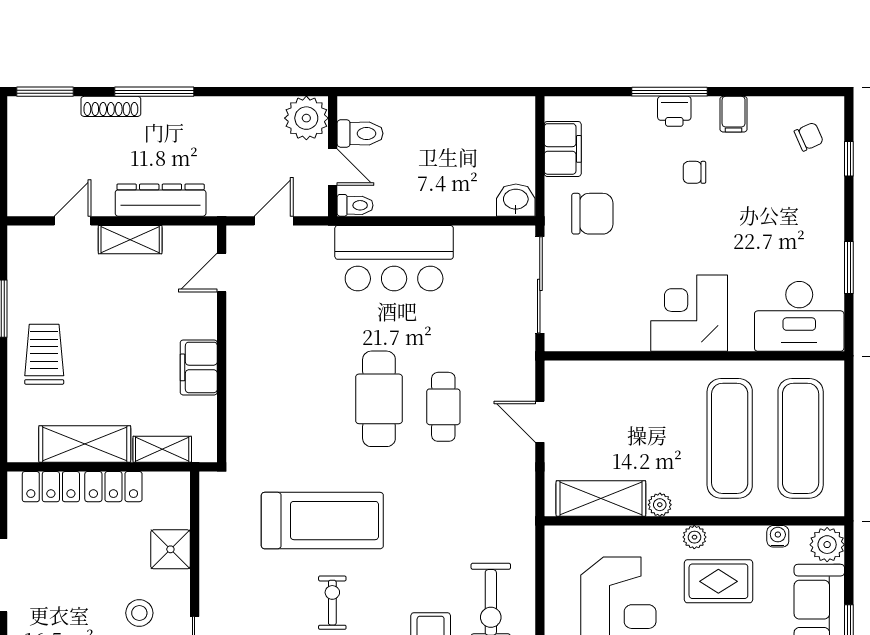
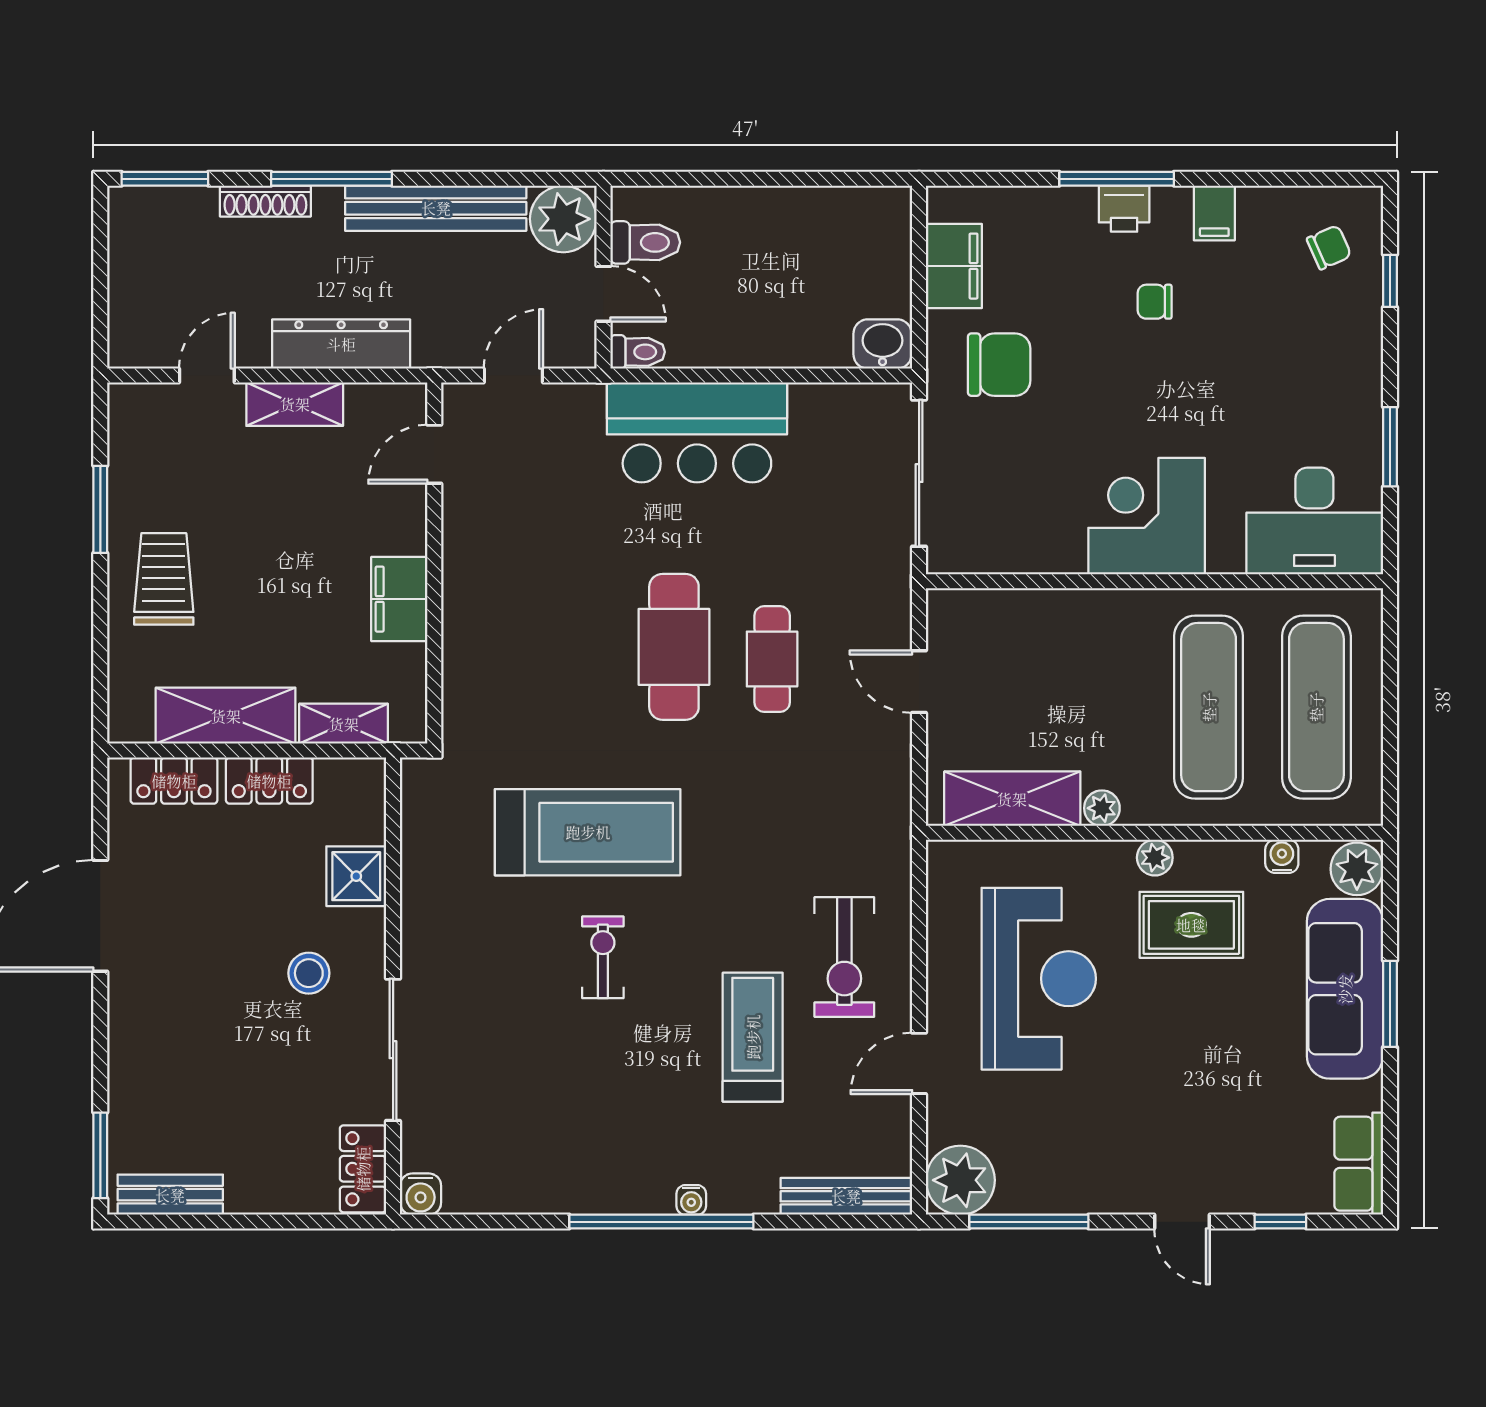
bench: (223, 111) -> (436, 208), added

